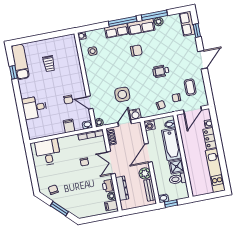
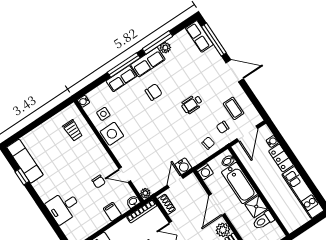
window: (197, 30) -> (214, 40), width x2.17
door: (203, 60) -> (235, 71), hinge flipped
trolley: (49, 64) -> (73, 130), moved
side table: (122, 94) -> (112, 134), moved

